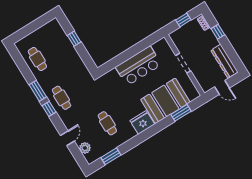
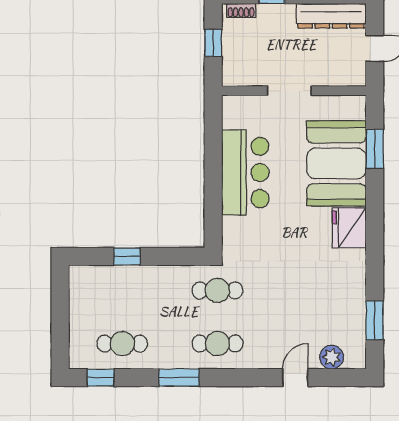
window: (49, 109) -> (101, 378), moved
cafe table: (107, 123) -> (217, 290), moved
door: (67, 138) -> (295, 378), hinge flipped

